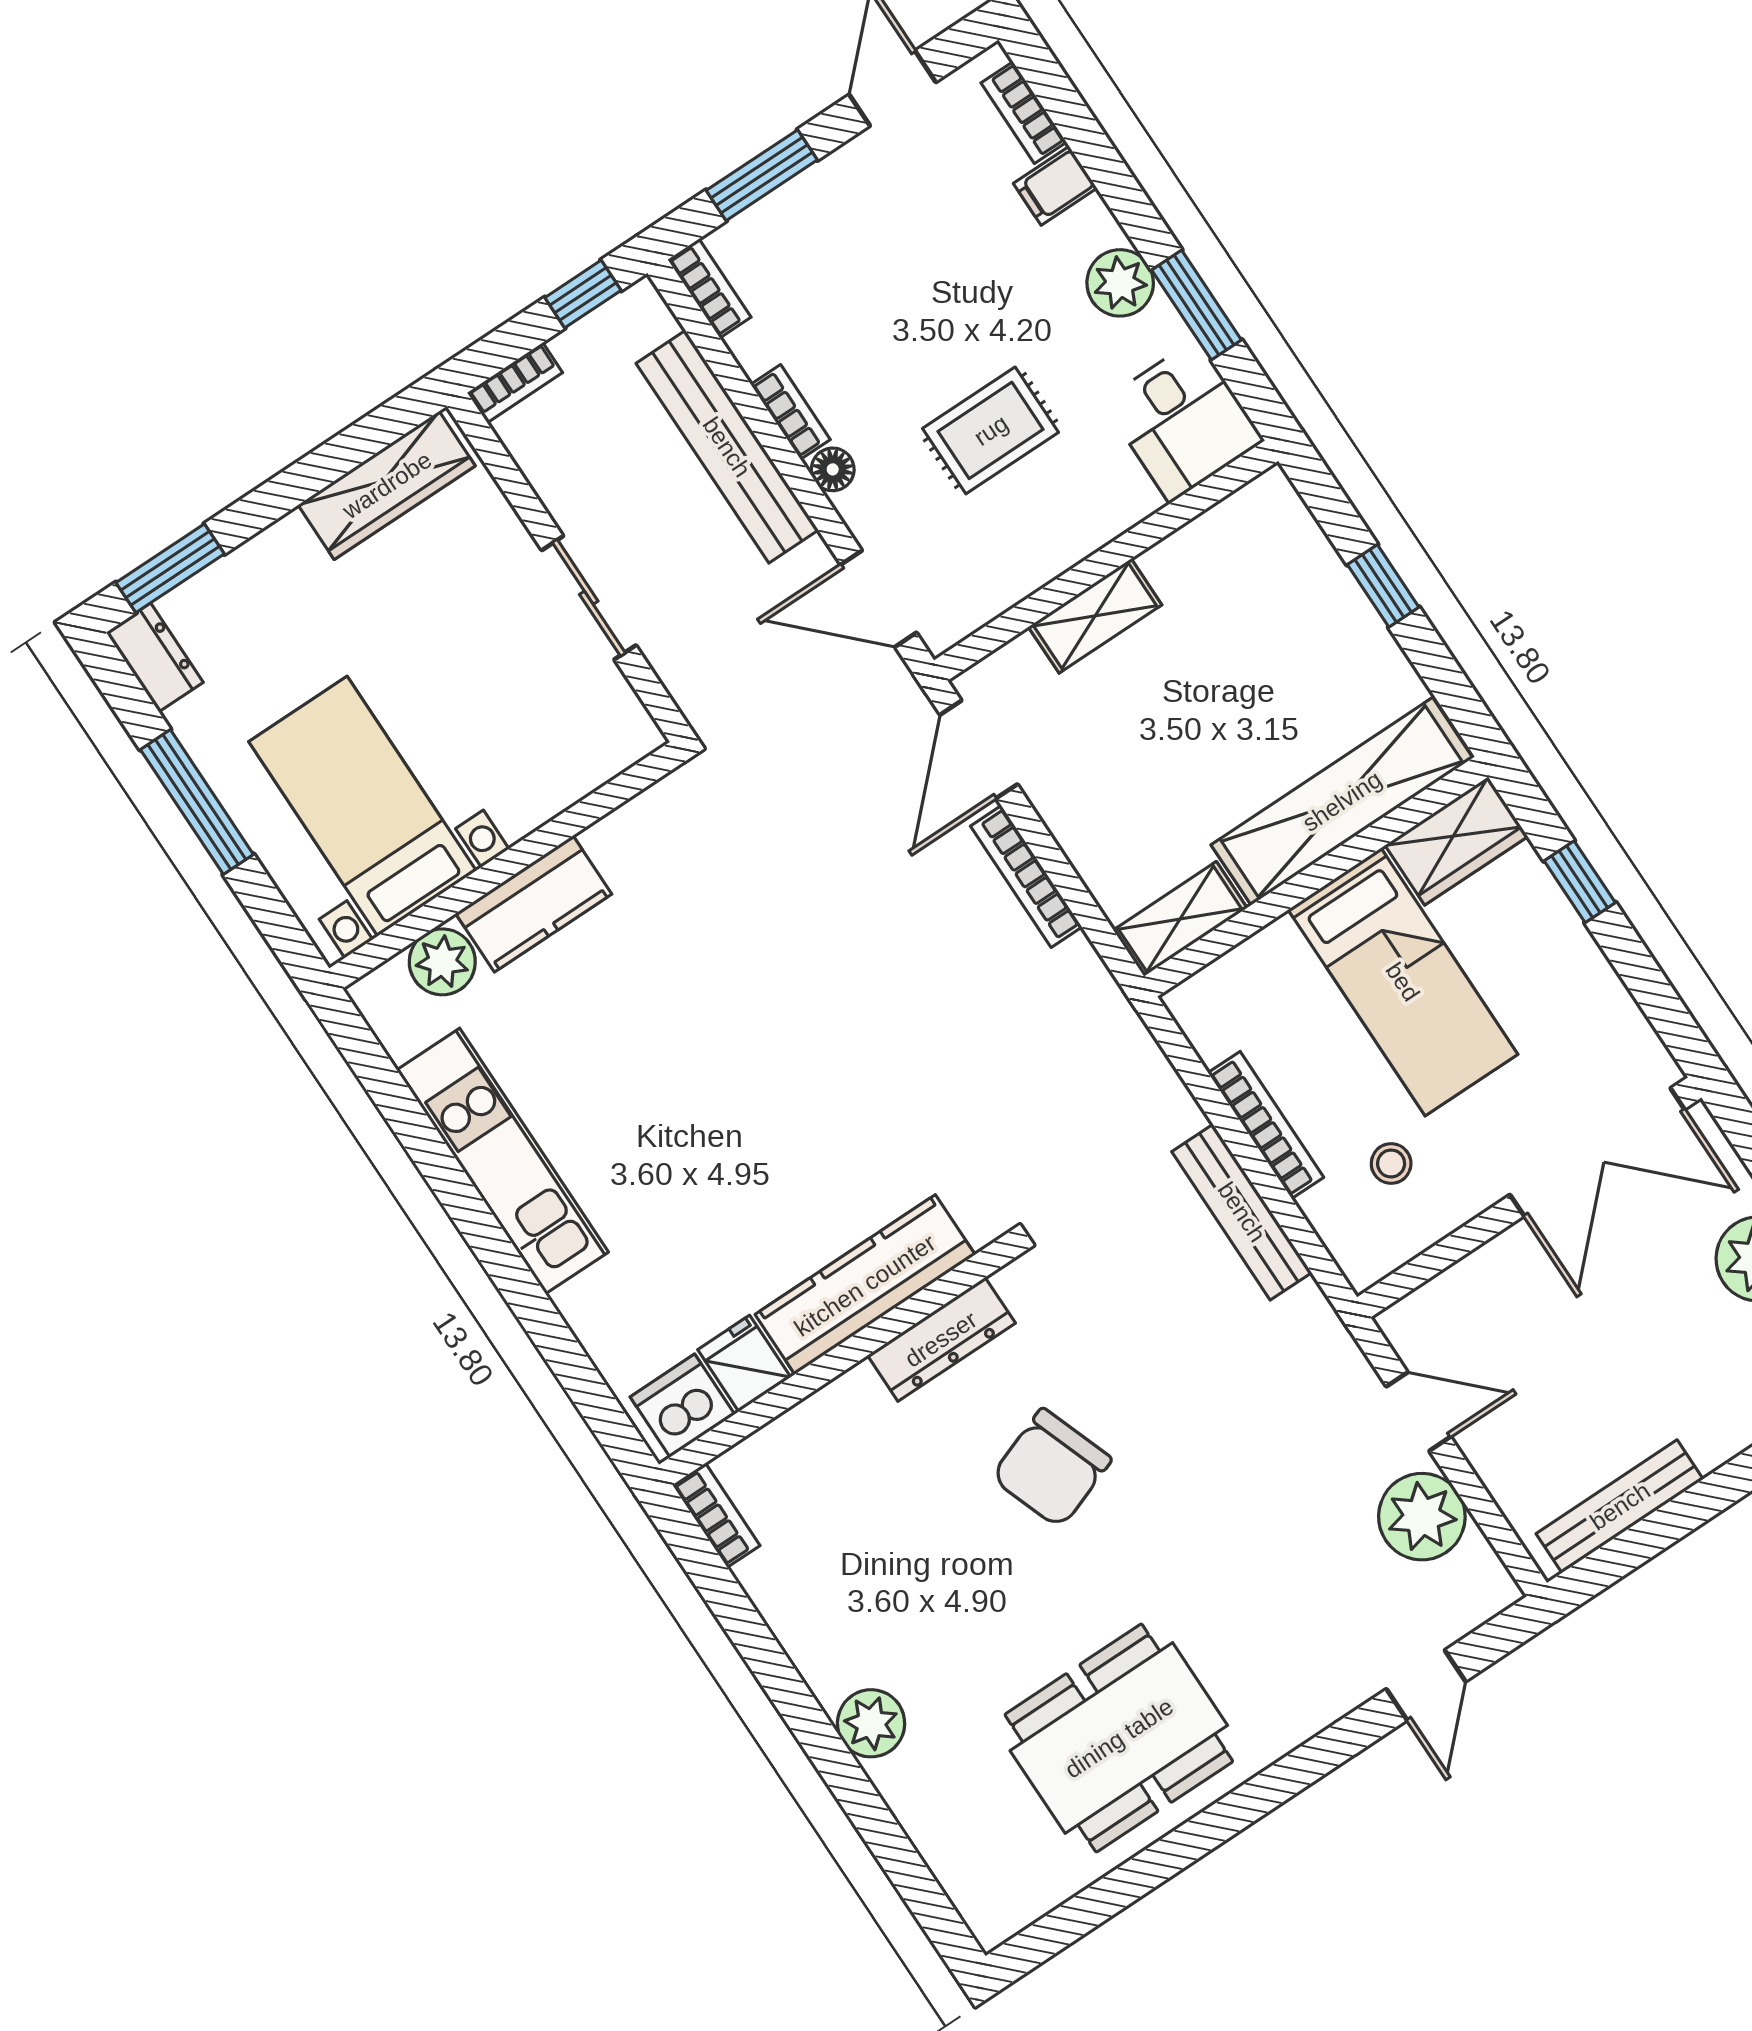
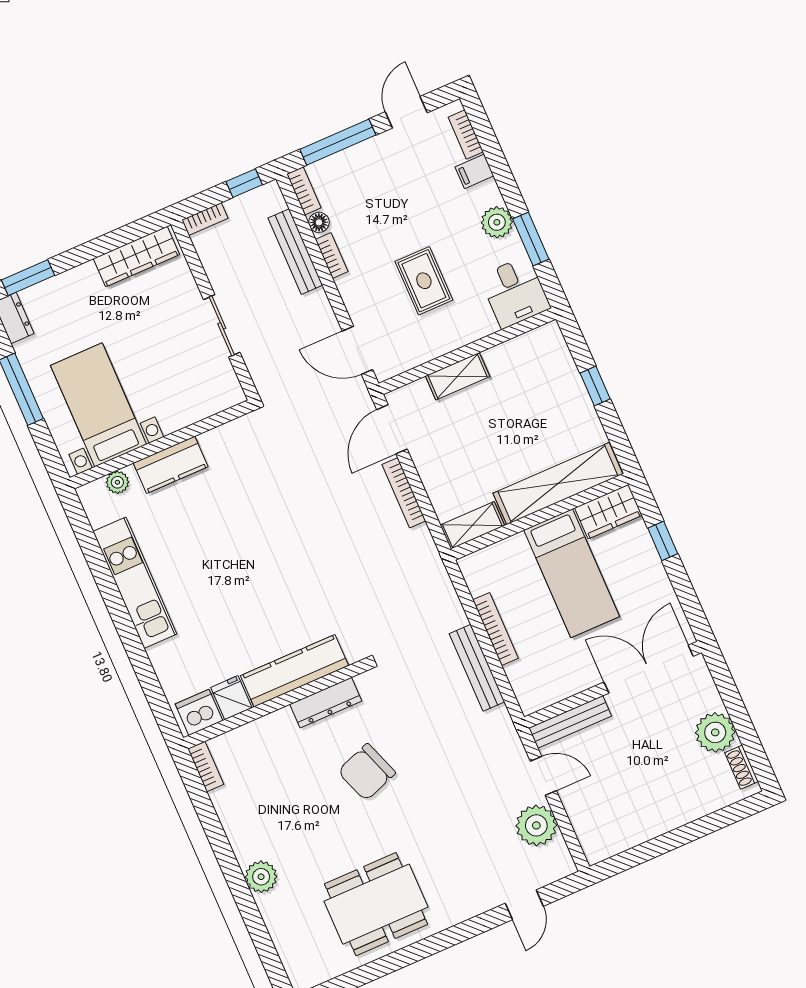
window: (762, 175) -> (338, 142), width x1.44
rug: (991, 430) -> (424, 281), turned 90
bench: (727, 447) -> (295, 252), width x0.73, depth x0.82
floor lamp: (833, 469) -> (319, 222), moved
plant: (442, 962) -> (117, 482), width x0.73, depth x0.73
double door: (1597, 1152) -> (649, 669), swing flipped
stool: (1391, 1164) -> (551, 657), removed
bench: (1620, 1506) -> (570, 722), moved

